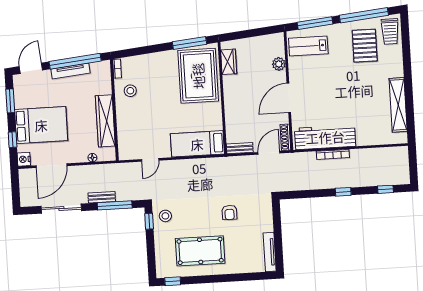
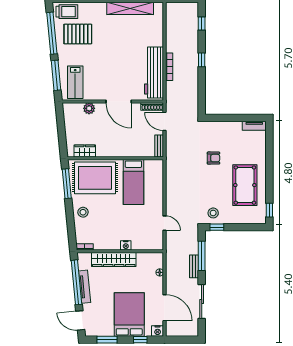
stool: (130, 91) -> (83, 212), moved
nightstand: (122, 116) -> (126, 245), added
wardrobe: (105, 121) -> (114, 259), moved
bed: (197, 144) -> (133, 182), moved
tv unit: (270, 252) -> (254, 126), width x0.71

